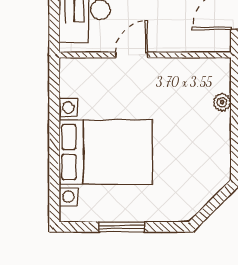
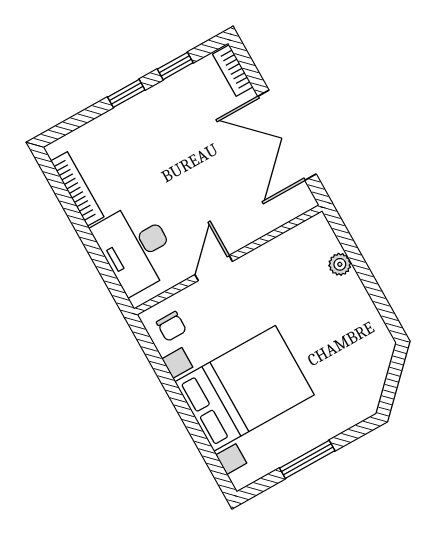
chair: (79, 79) -> (171, 326), added

